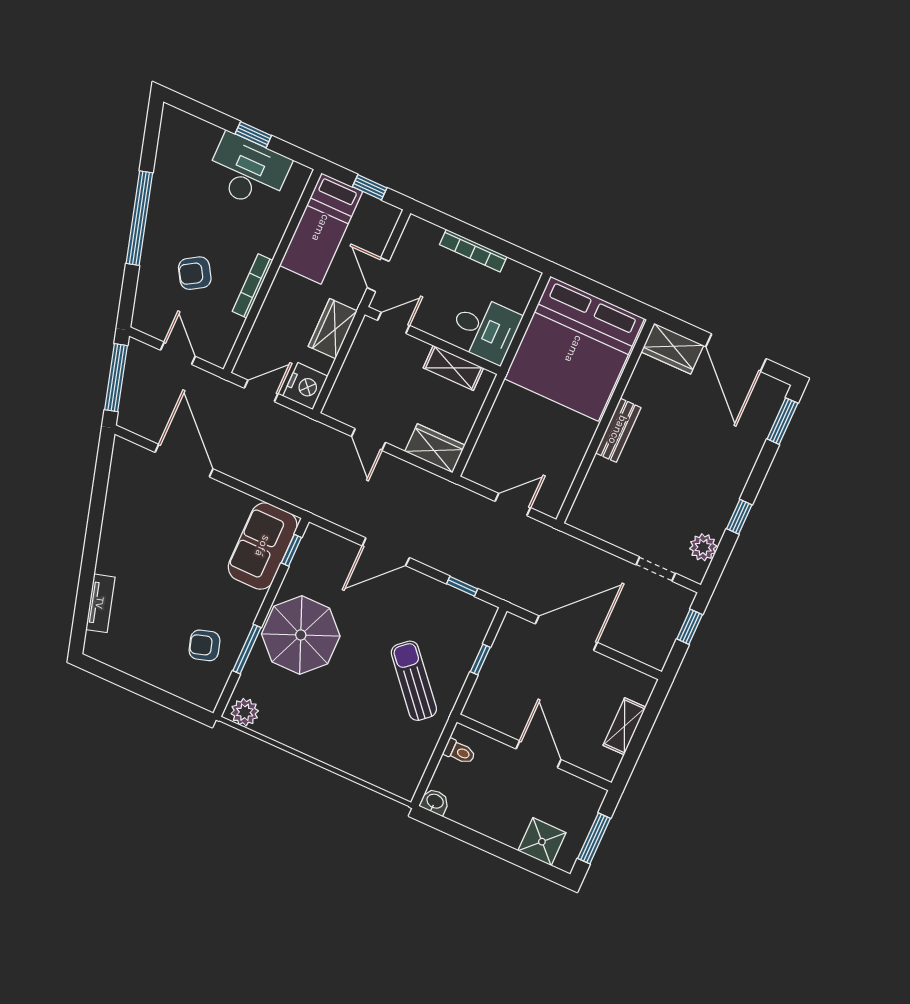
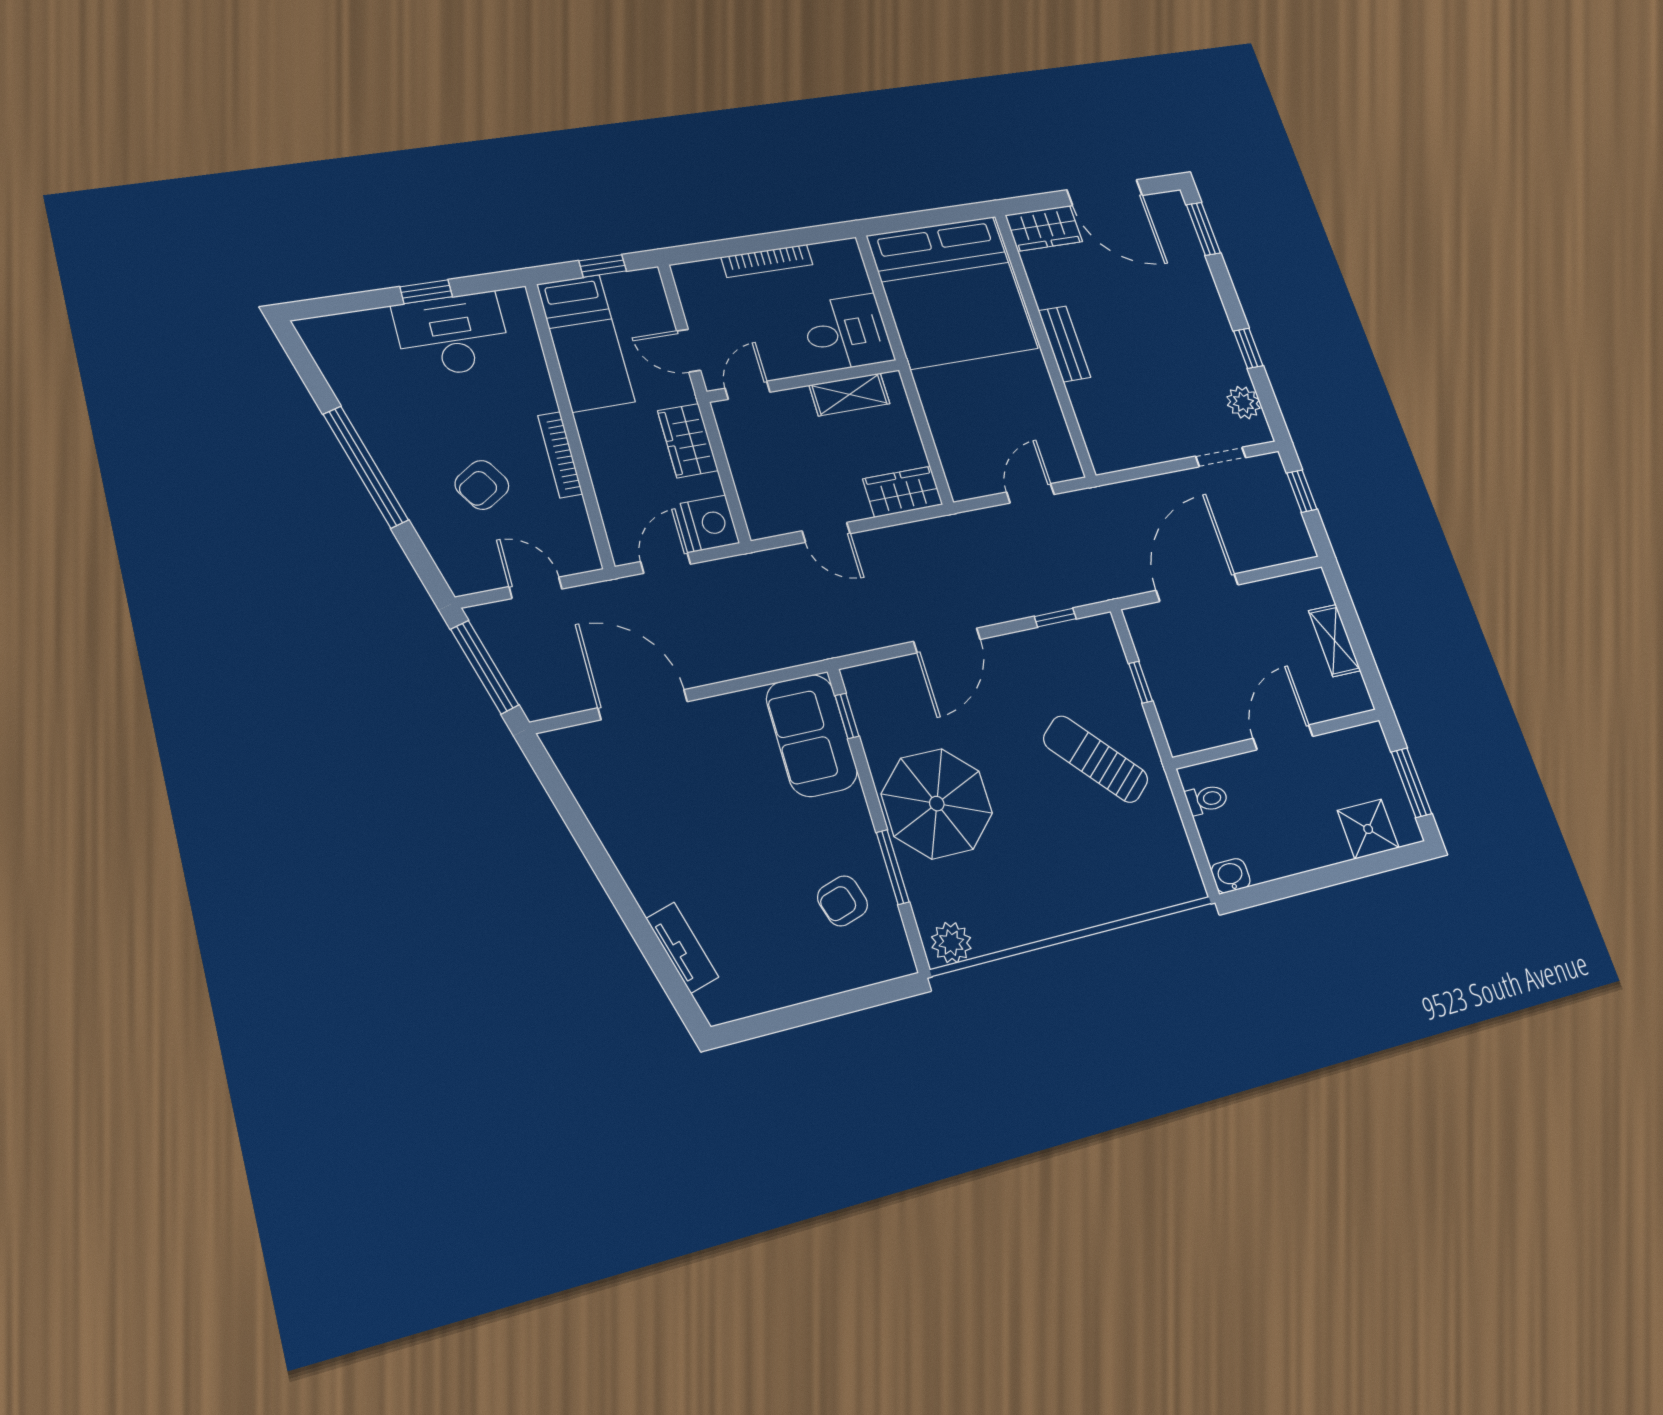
door: (538, 754) -> (1283, 737), hinge flipped

